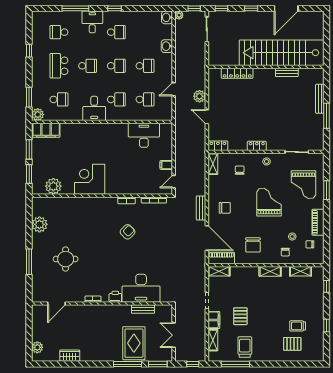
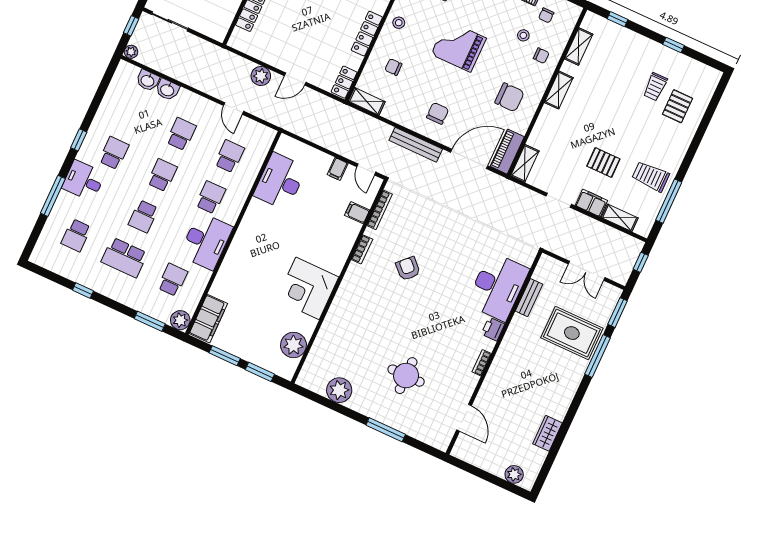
washbasin: (167, 17) -> (148, 80), moved
school desk: (88, 66) -> (143, 216), turned 180
desk: (94, 108) -> (206, 241), width x1.37
locker: (257, 146) -> (367, 34), width x1.53
filing cabinet: (146, 188) -> (357, 213), added
bench: (201, 208) -> (416, 145), width x1.36

